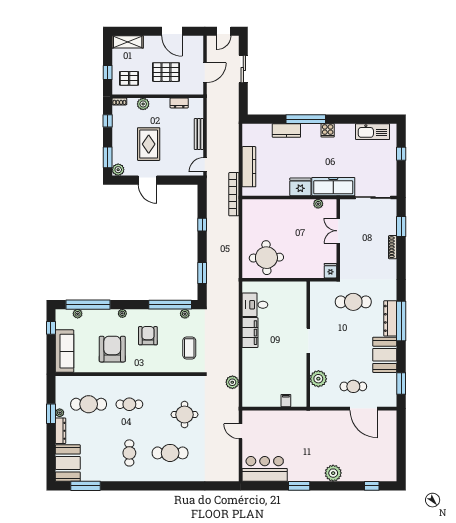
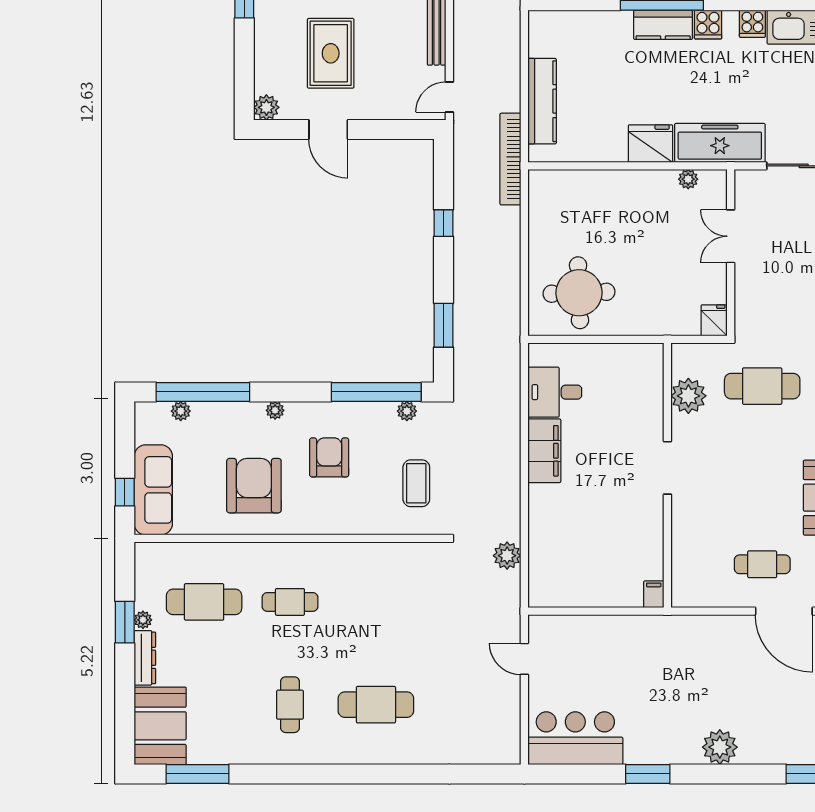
kitchen counter: (286, 130) -> (663, 25), moved
cooker: (349, 130) -> (752, 24), added
window: (108, 157) -> (244, 82), removed
window: (51, 328) -> (125, 492), moved
plant: (318, 379) -> (688, 396), moved
filing cabinet: (286, 401) -> (654, 594), moved
round table: (185, 415) -> (406, 624), removed

